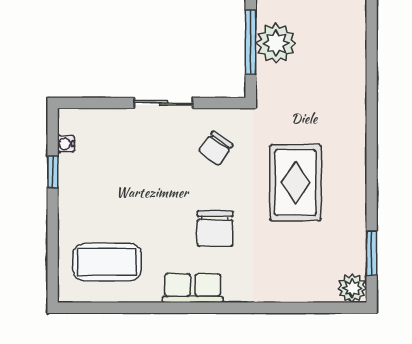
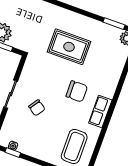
chair: (216, 148) -> (37, 108), moved
window: (53, 172) -> (13, 152), moved

